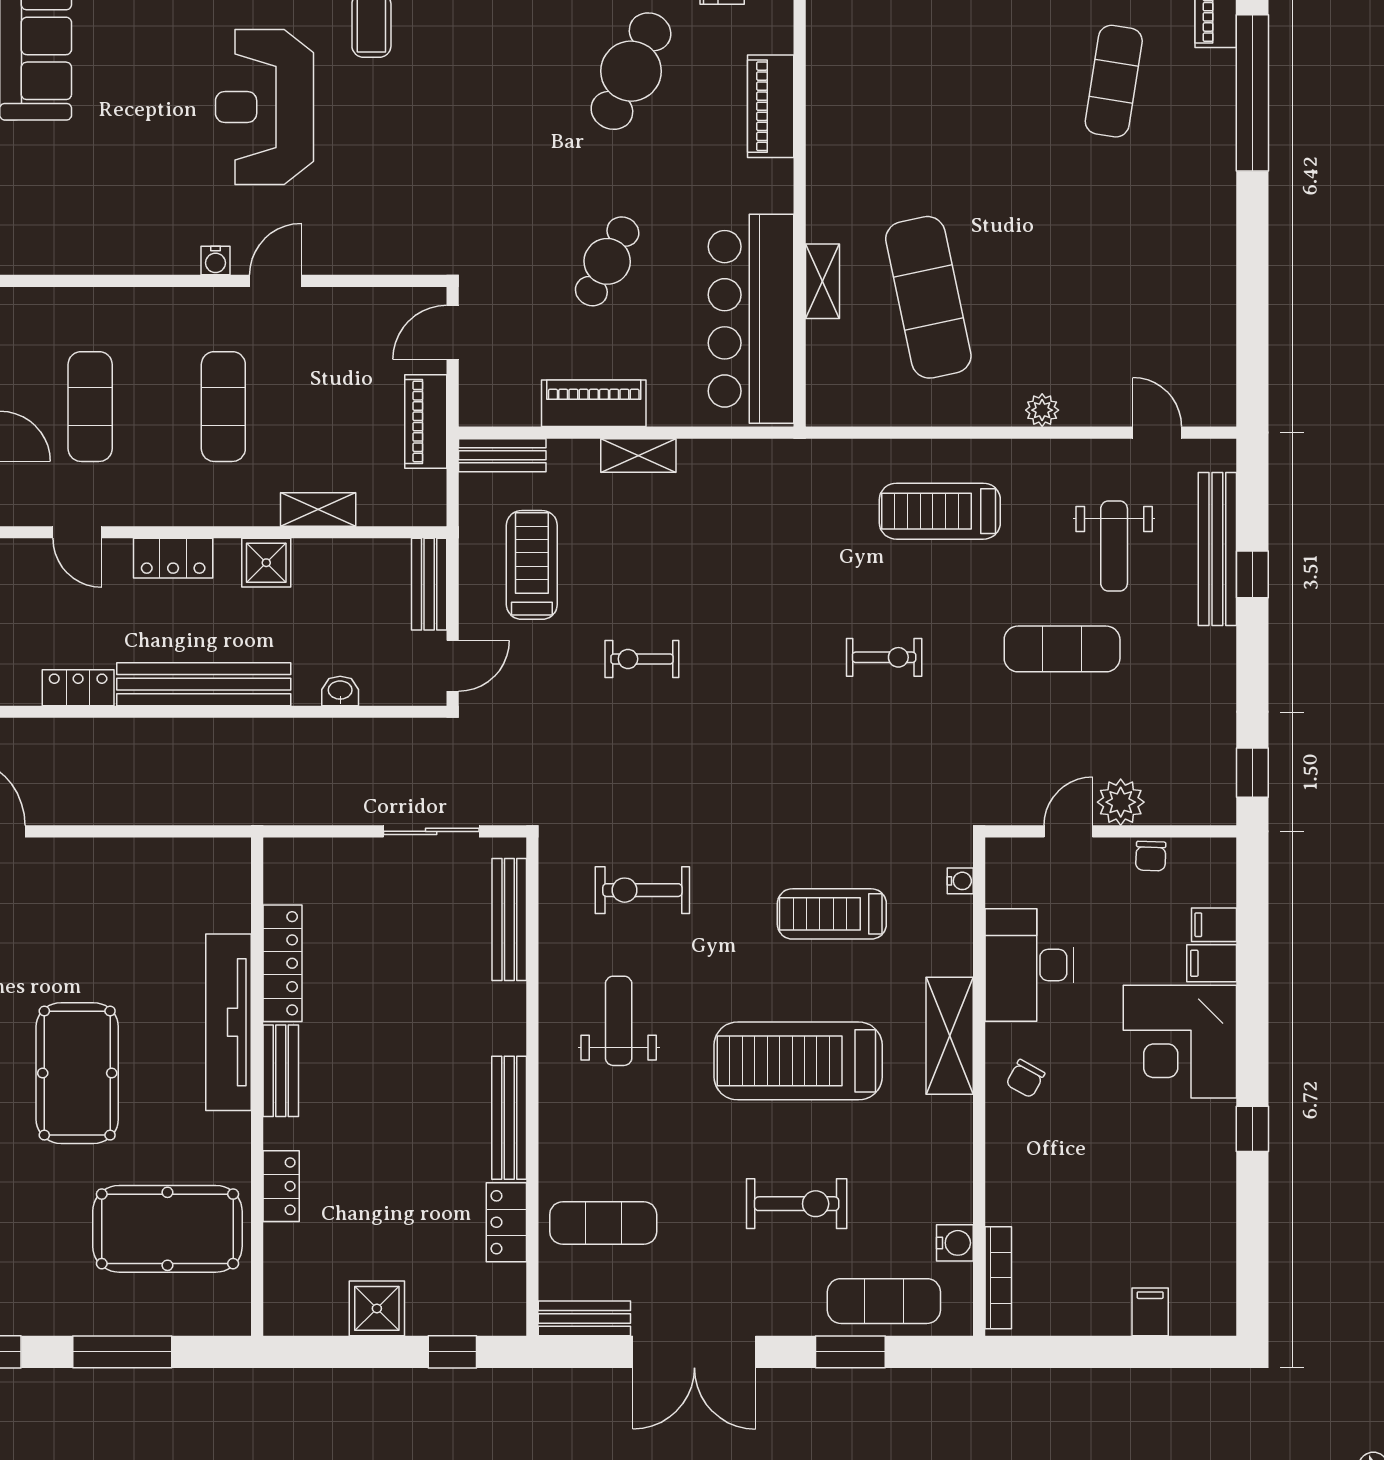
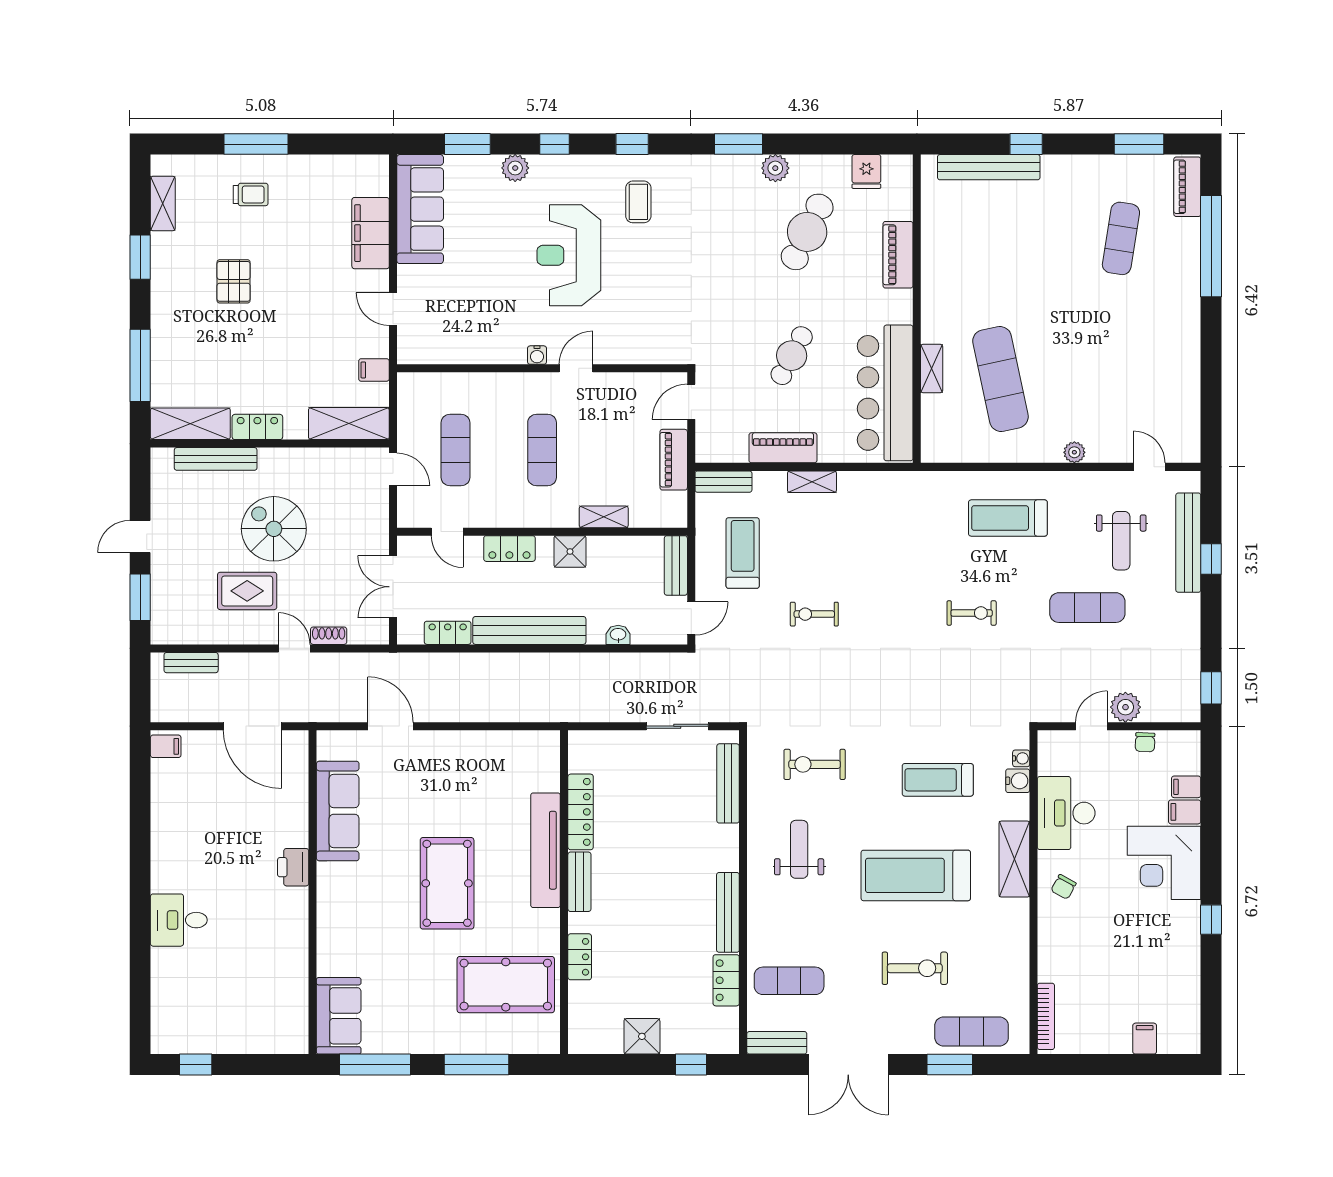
water cooler: (955, 1243) -> (1018, 781), moved

